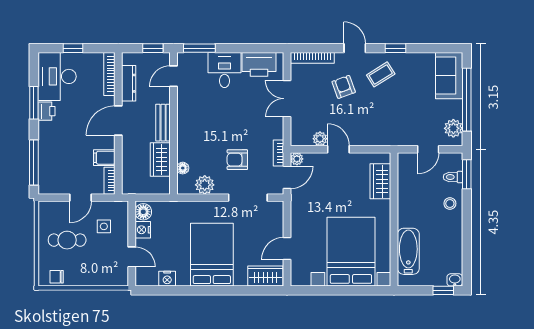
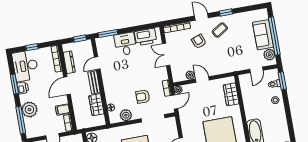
door: (173, 76) -> (97, 63), moved
sofa: (449, 76) -> (263, 35), moved
plant: (51, 148) -> (29, 110), added

